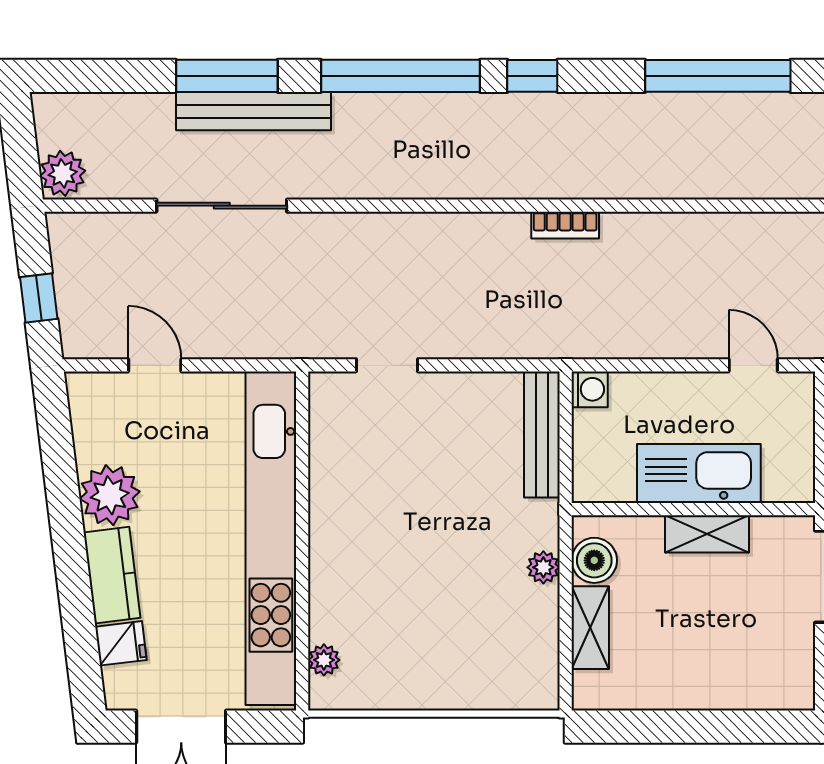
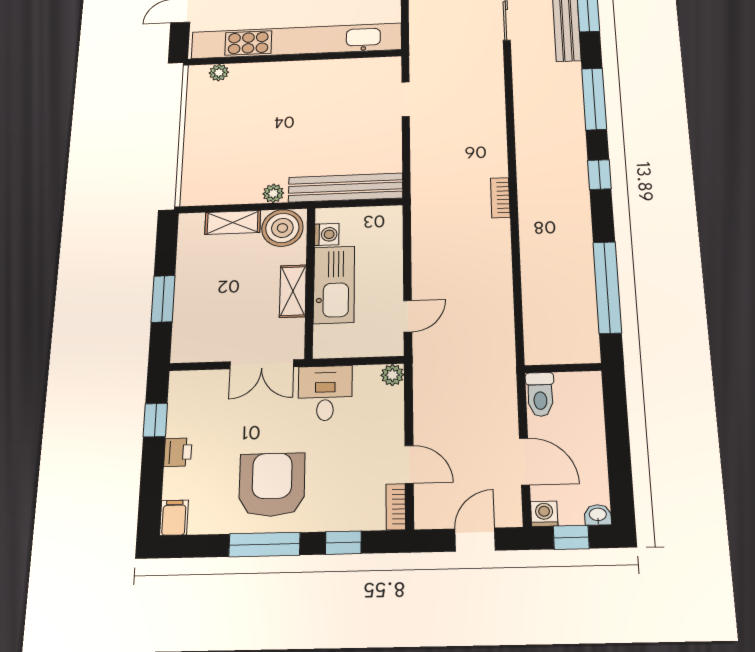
window: (400, 76) -> (594, 99), width x0.68
washing machine: (590, 389) -> (327, 234), moved, turned -90
bench: (542, 434) -> (345, 188), width x1.37, depth x1.21
boiler: (594, 560) -> (282, 228), width x1.37, depth x1.37
window: (713, 727) -> (163, 299), added

